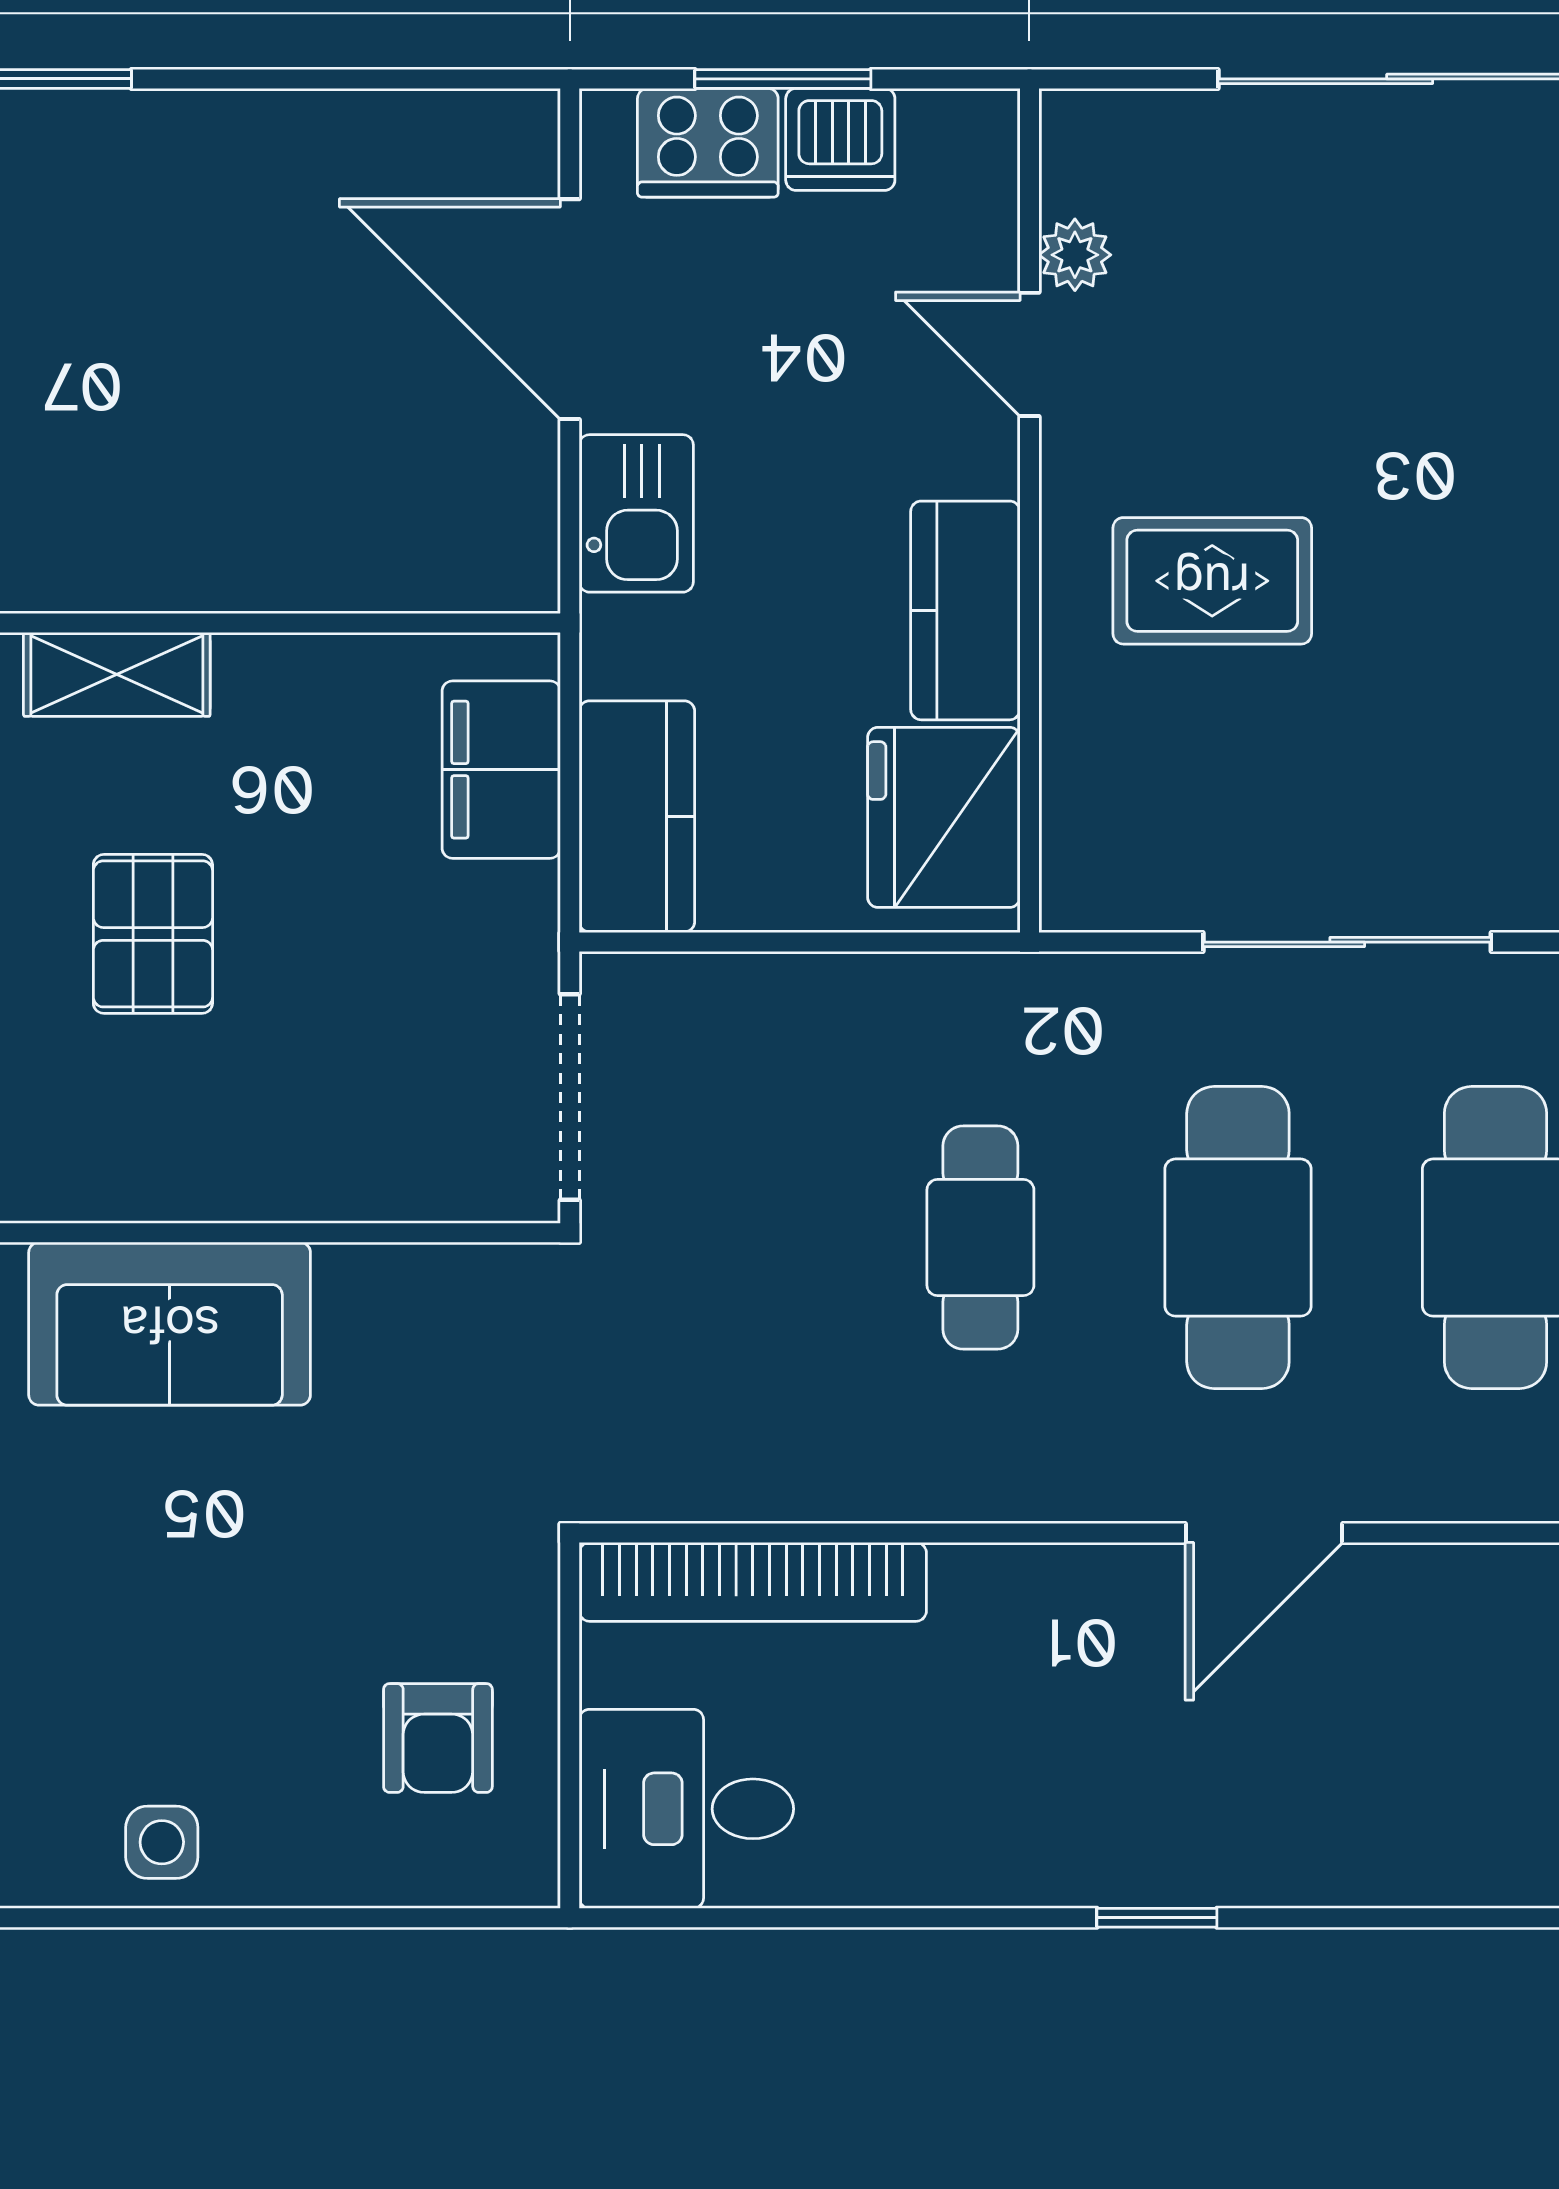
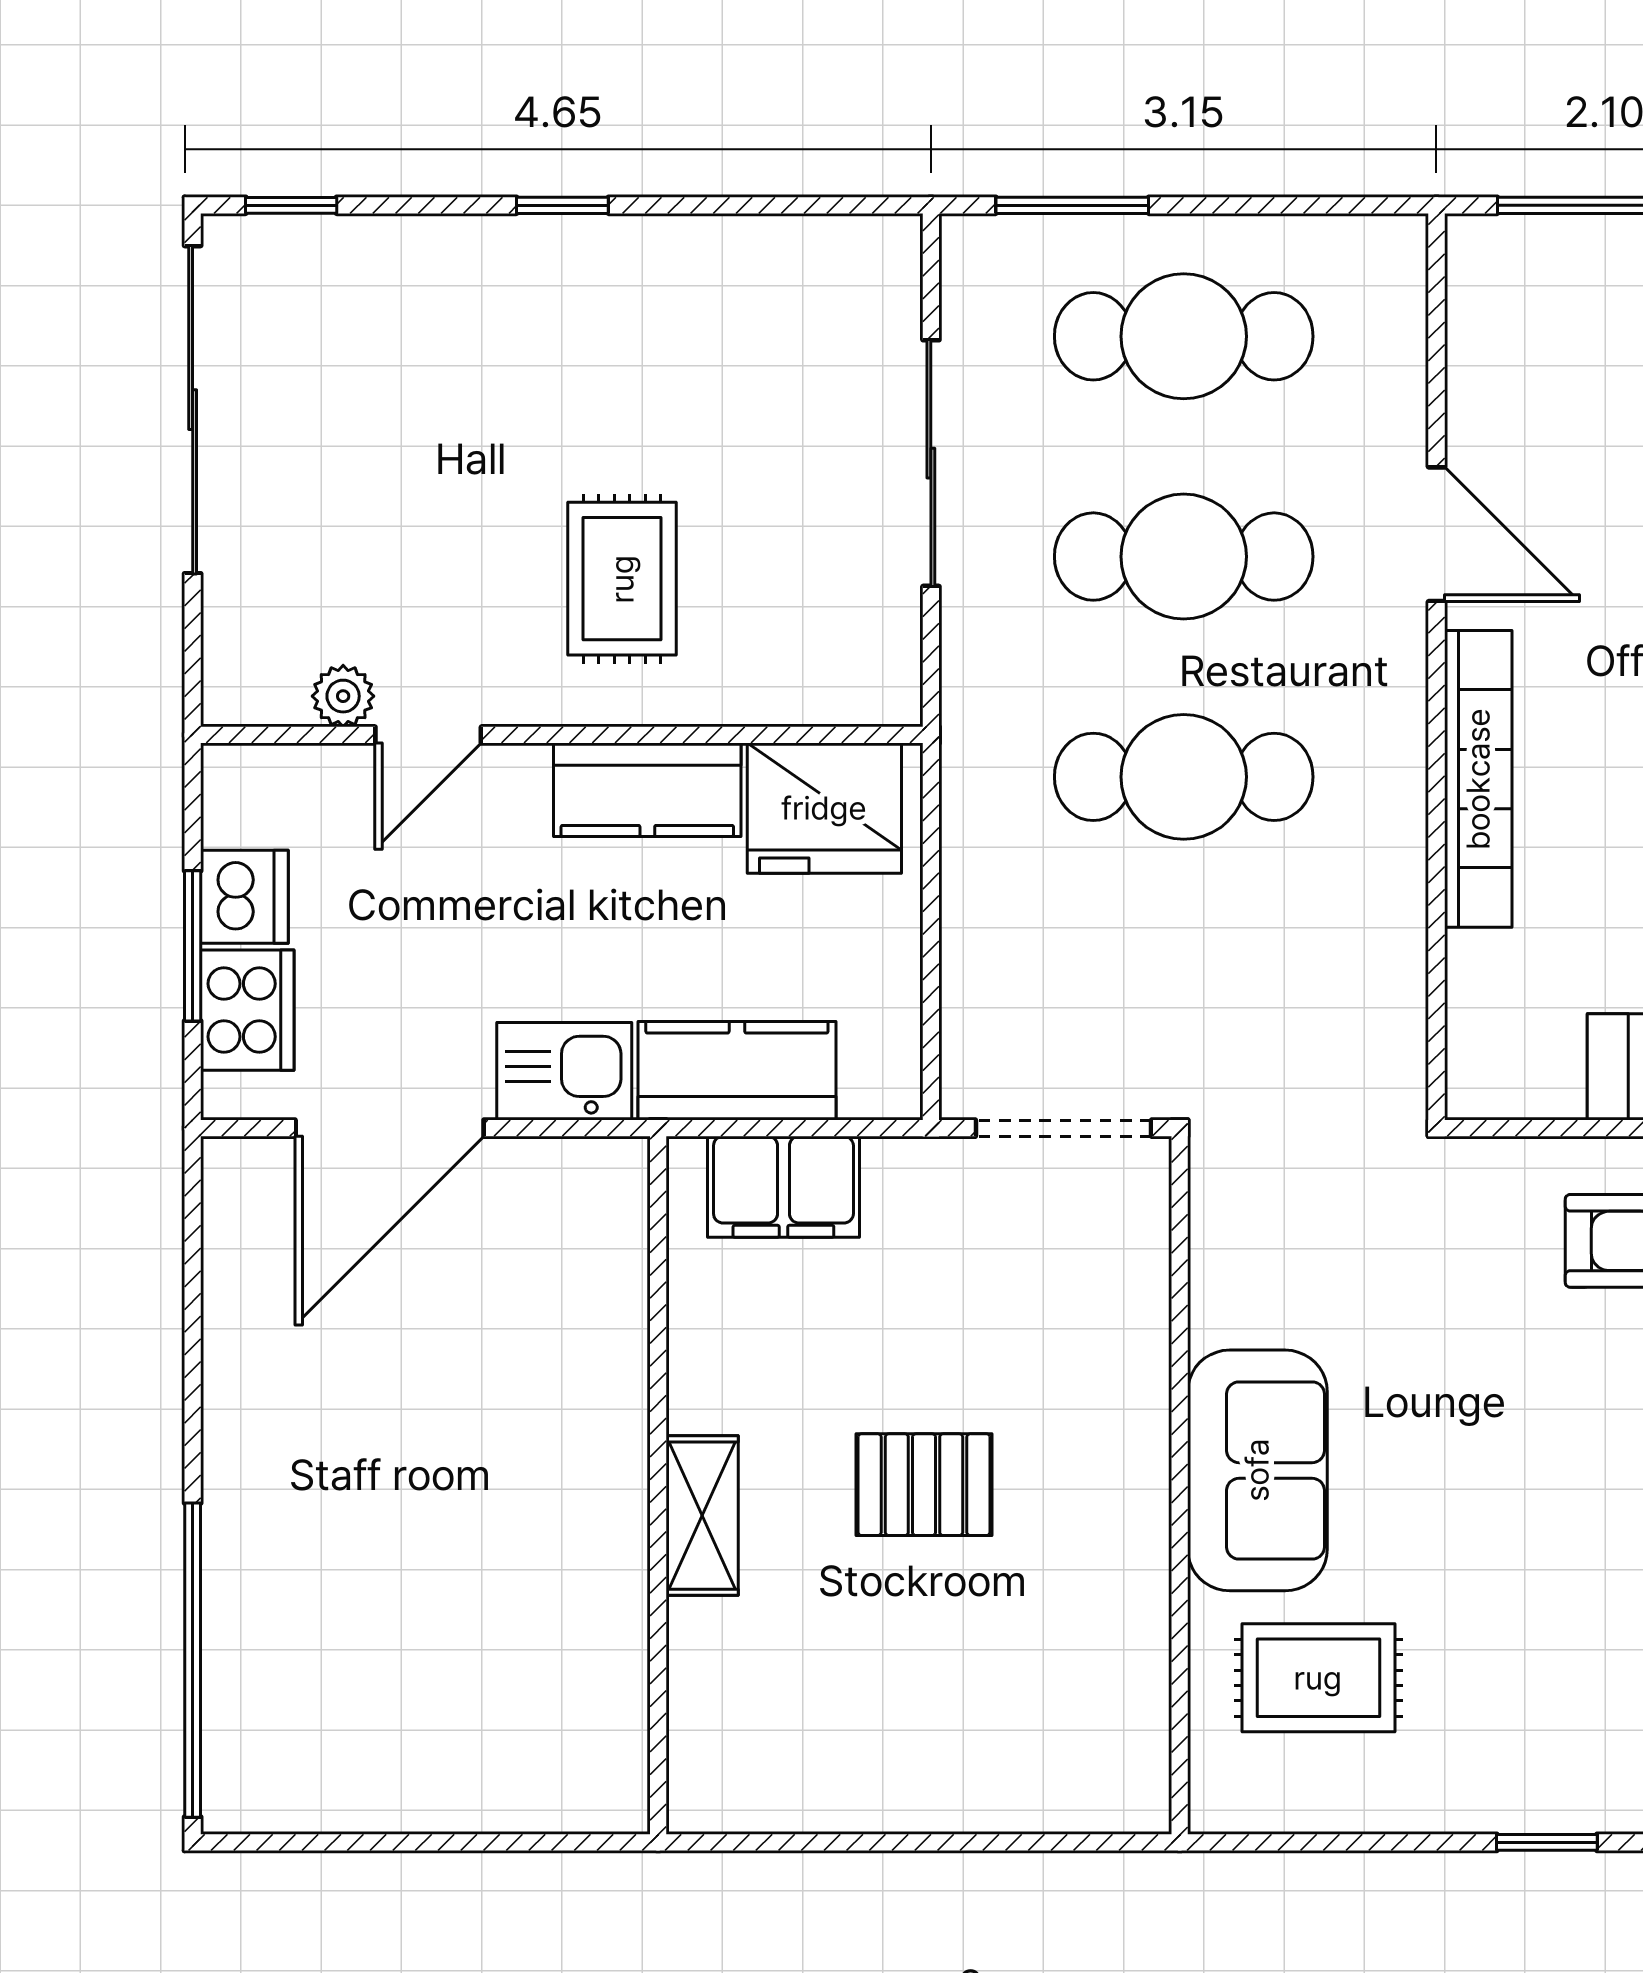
kitchen counter: (637, 816) -> (737, 1071), moved
cafe table: (980, 1238) -> (1184, 777), width x1.37, depth x1.35
bookcase: (753, 1582) -> (1478, 779), moved

